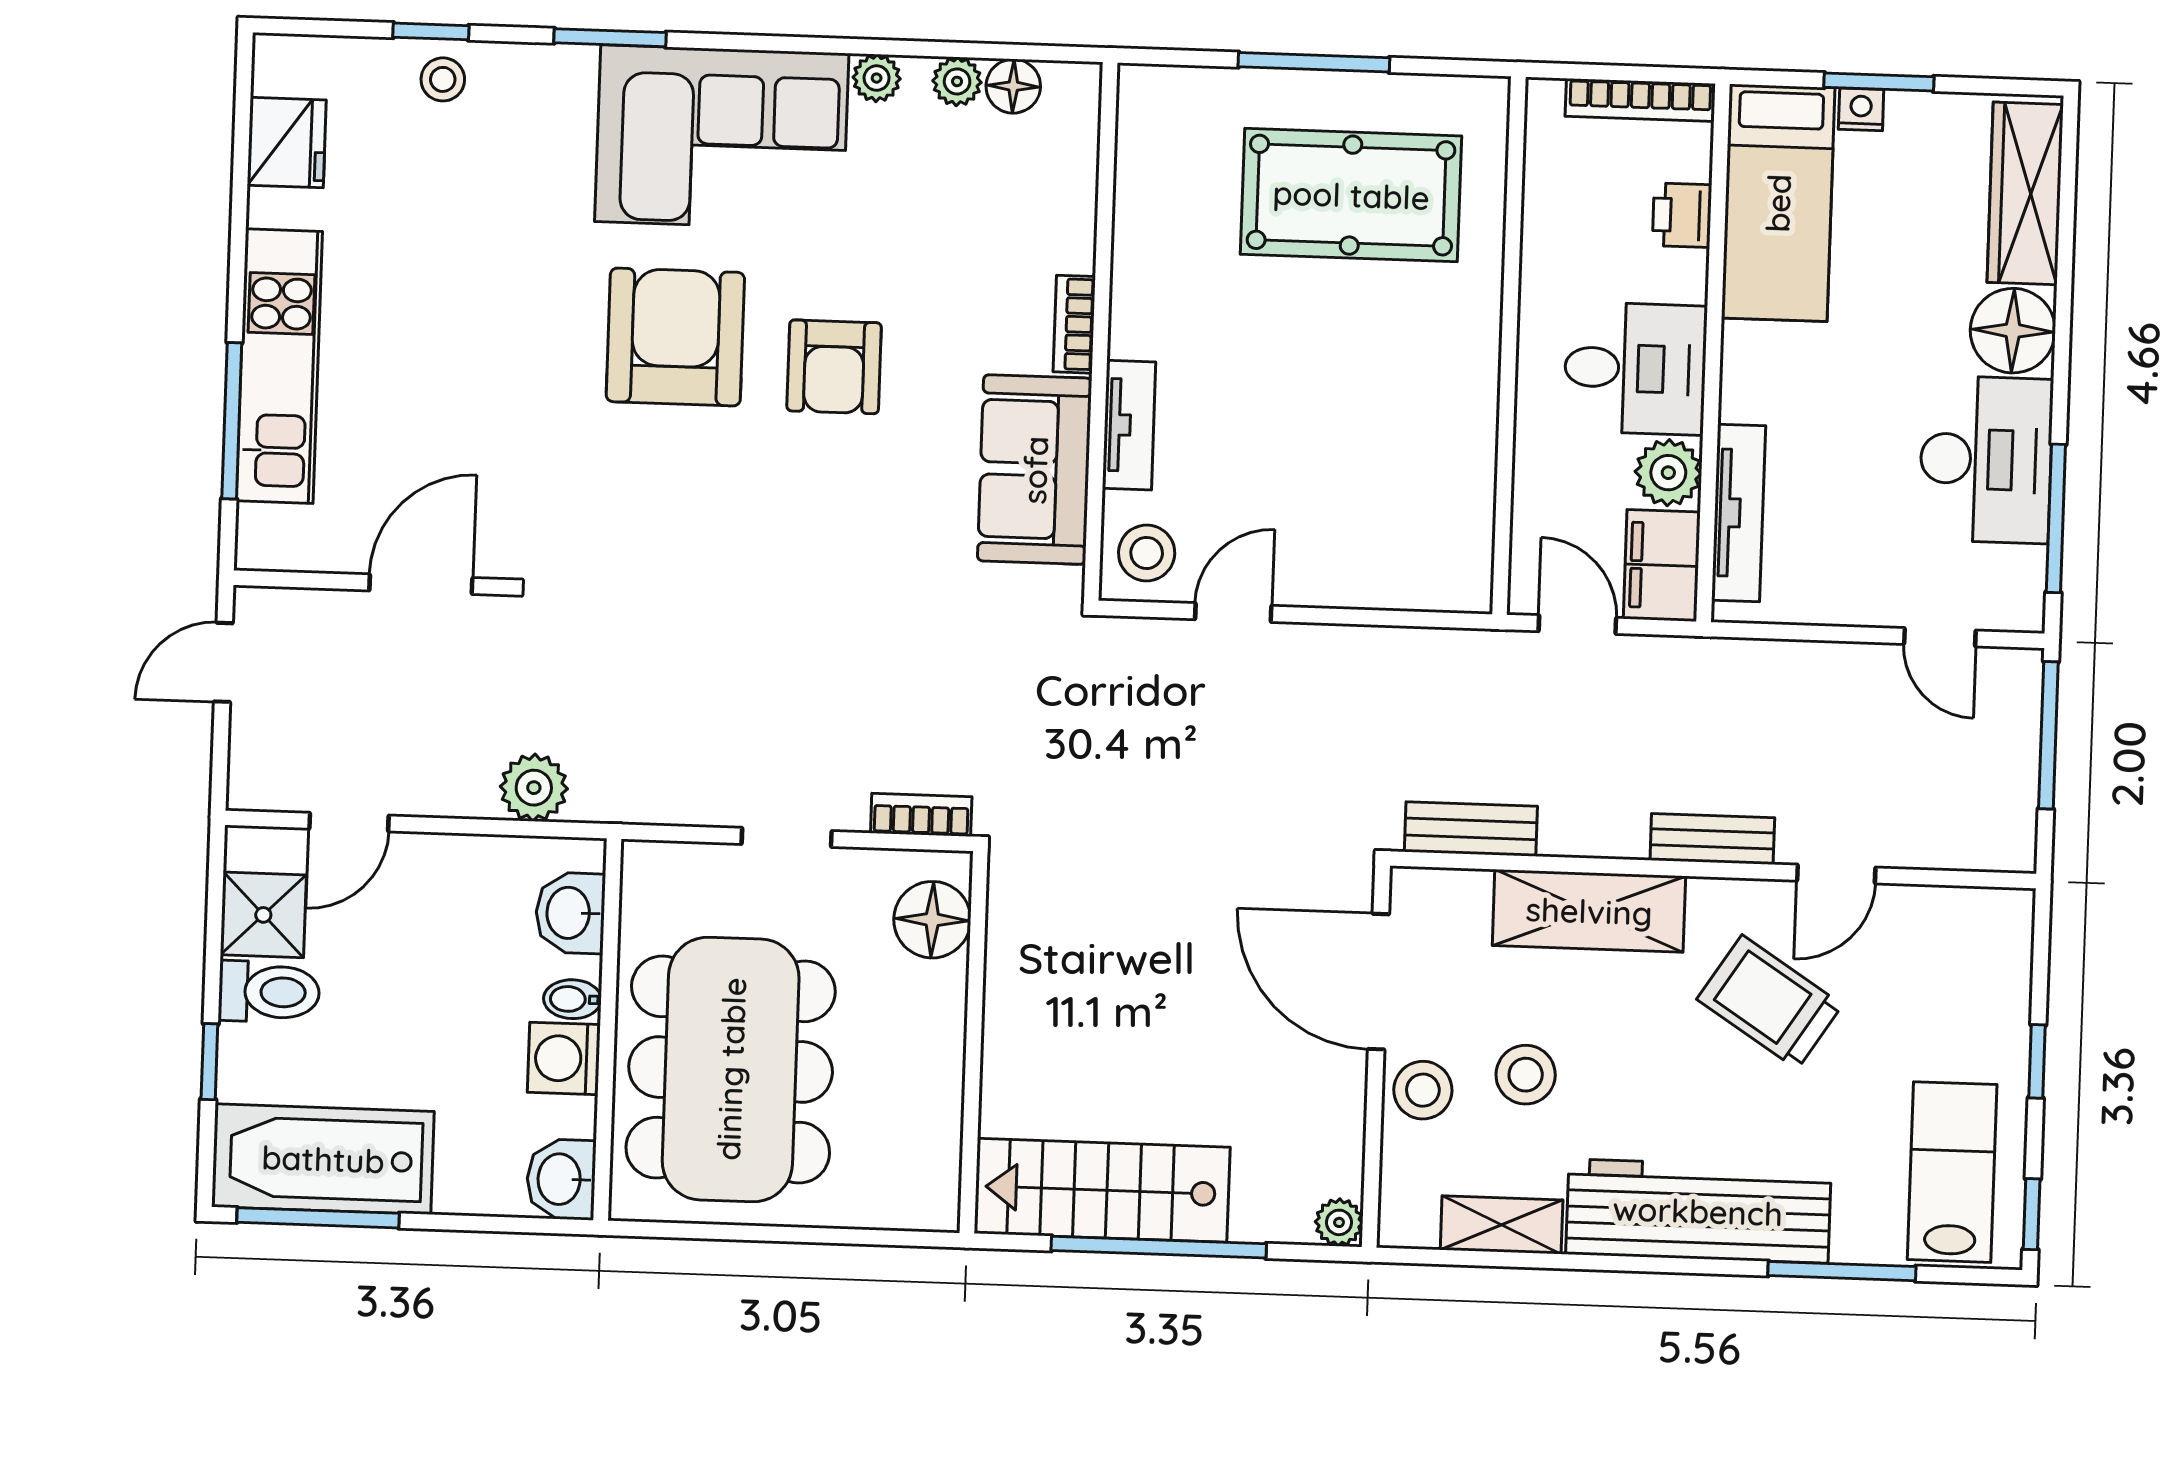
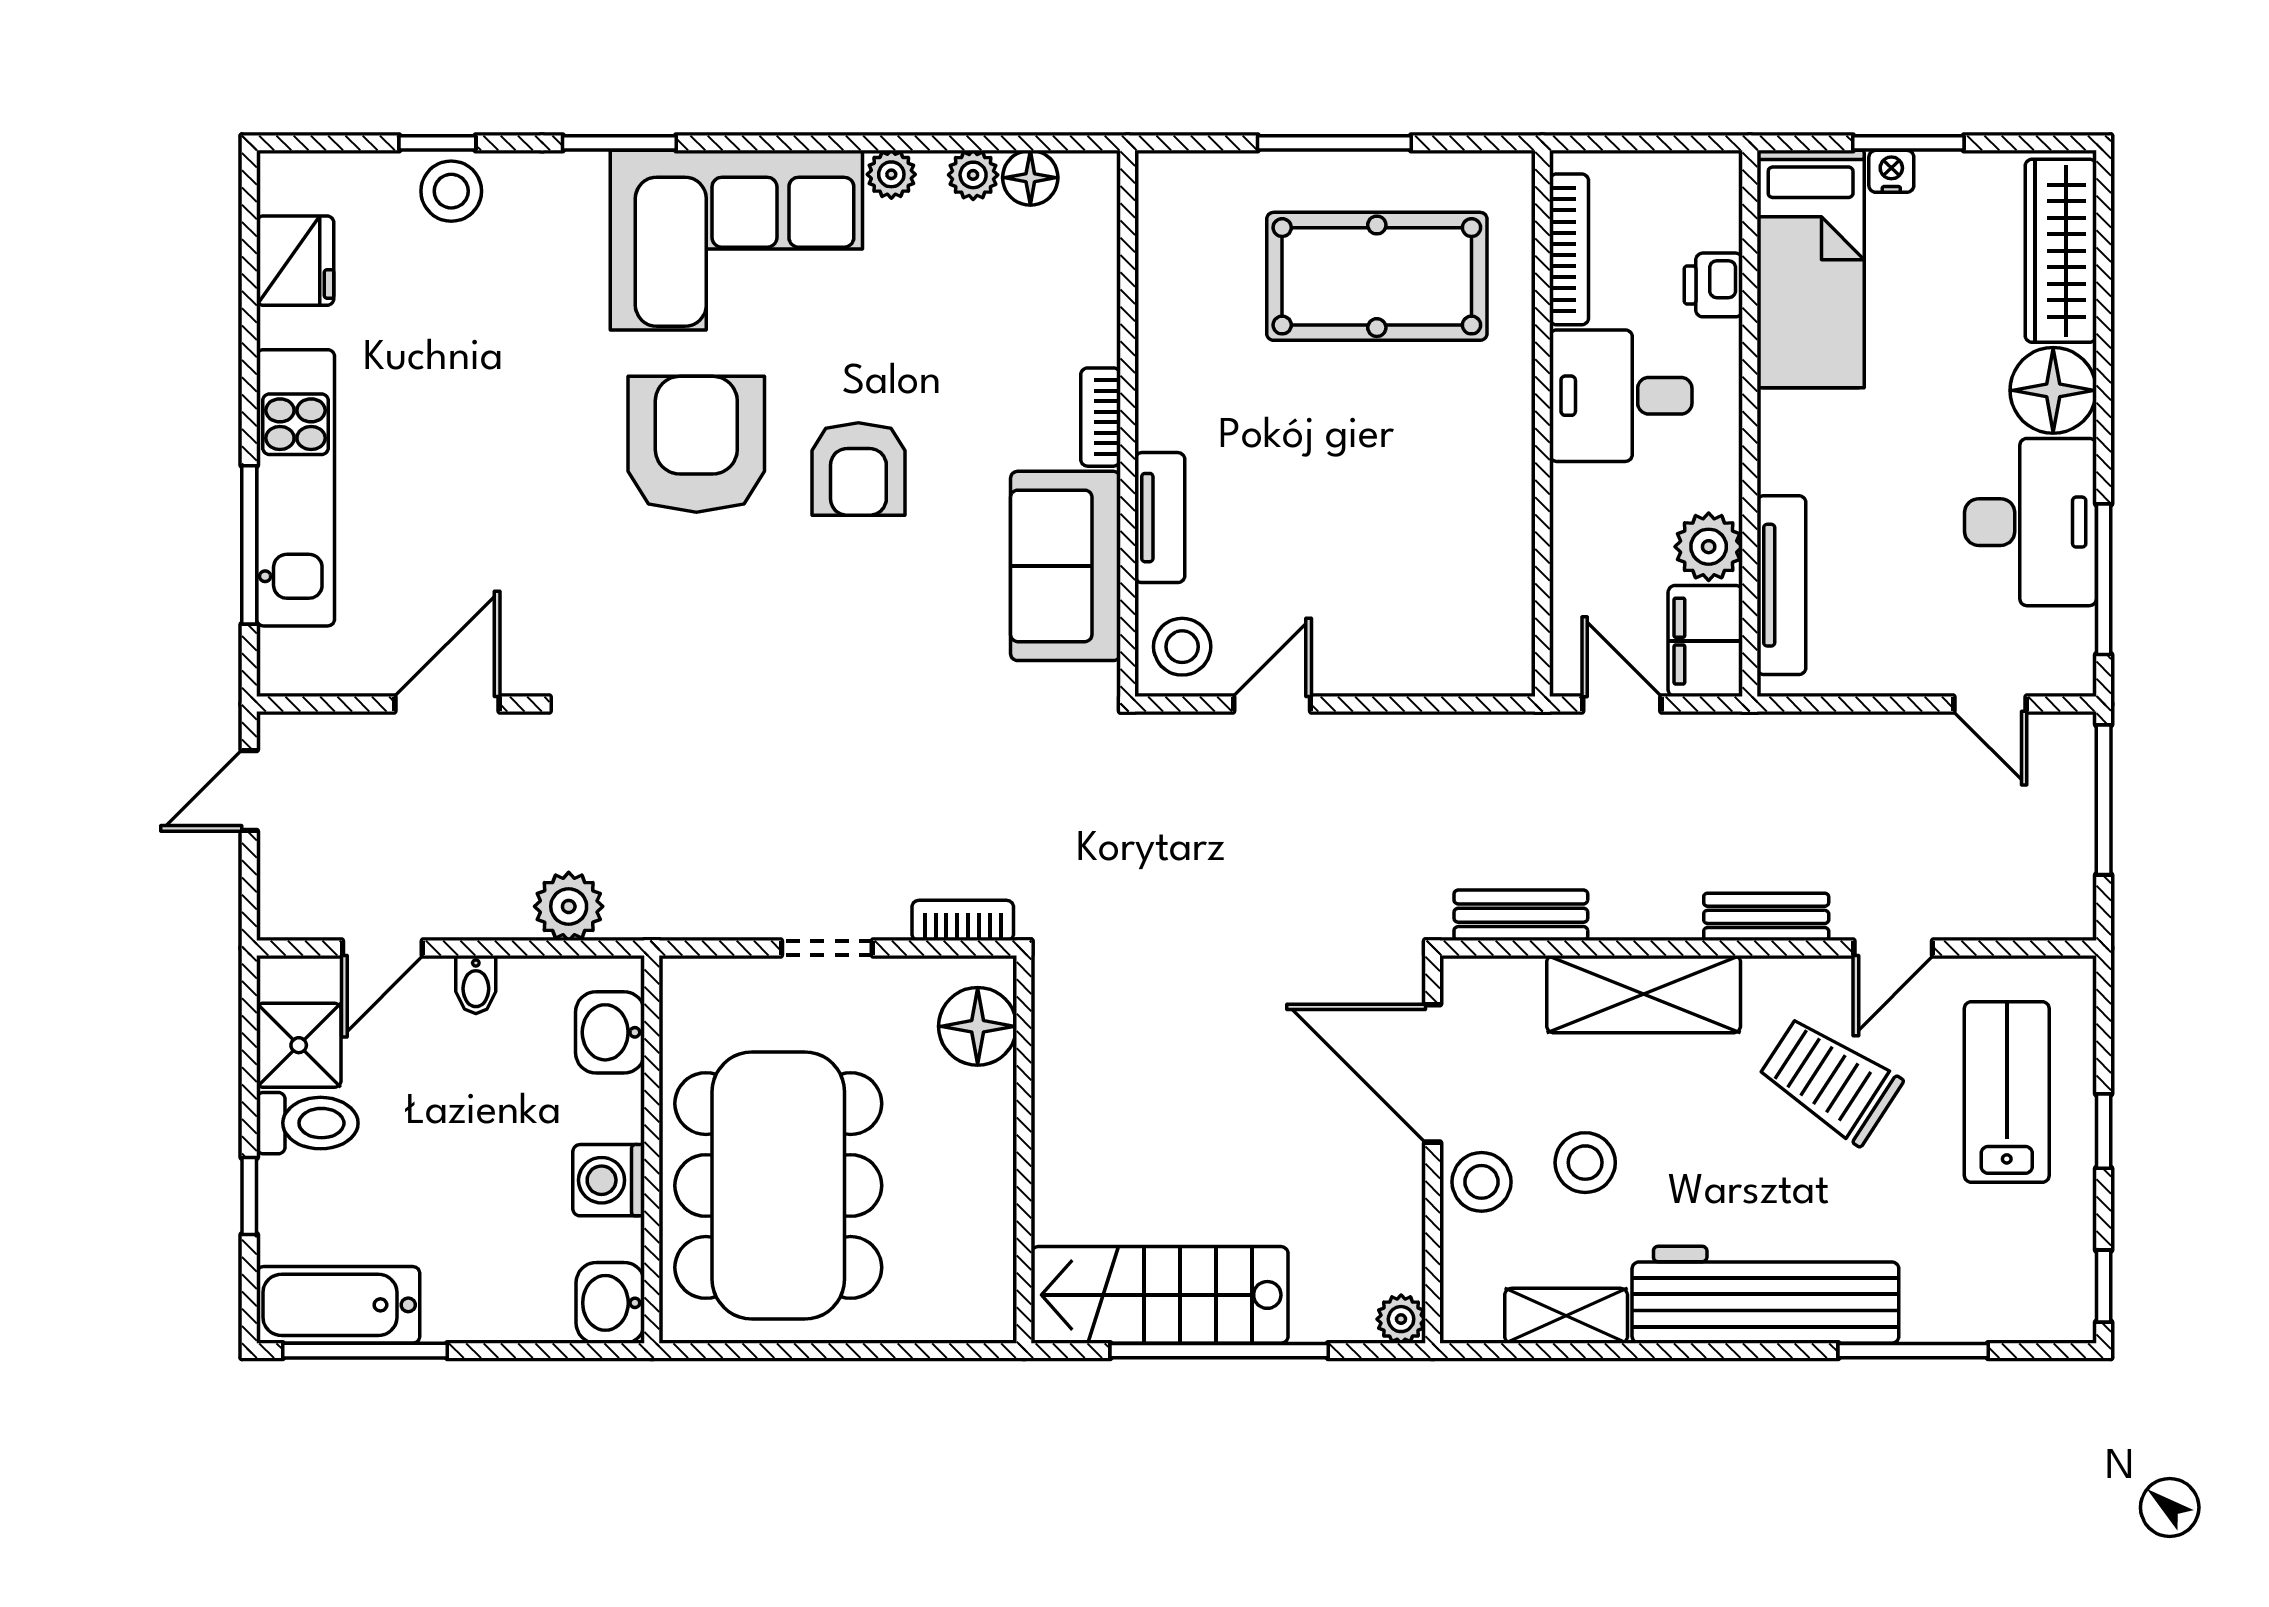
stool: (443, 79) -> (451, 191), width x1.37, depth x1.37
bookcase: (1640, 100) -> (1569, 249), moved, turned -90
desk: (1635, 368) -> (1621, 396), moved, turned 180
bidet: (572, 999) -> (476, 985), moved, turned -90
bathtub: (323, 1159) -> (338, 1305), width x0.73, depth x0.73
lab bench: (1952, 1172) -> (2007, 1092), moved

